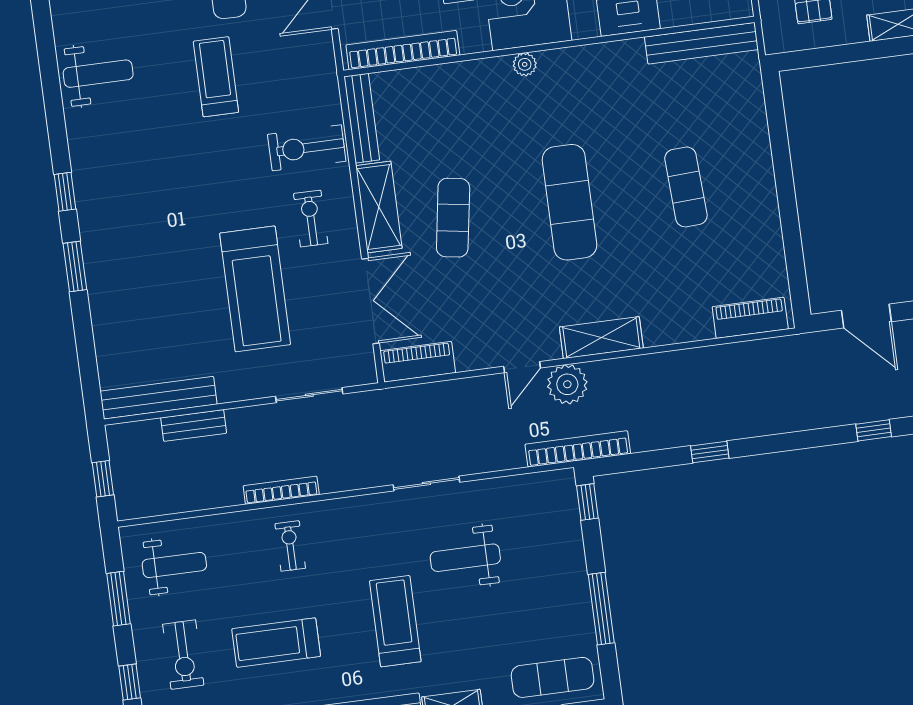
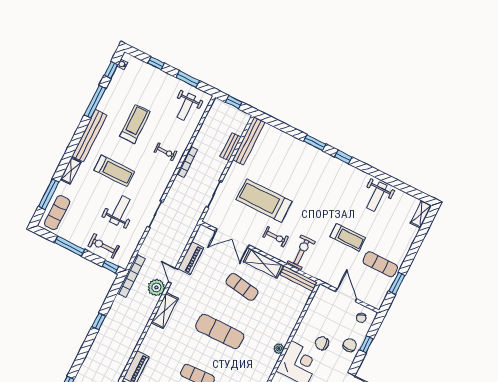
bookcase: (403, 50) -> (313, 309), removed
piano: (418, 362) -> (191, 258), moved
exercise bike: (183, 655) -> (104, 246), moved

